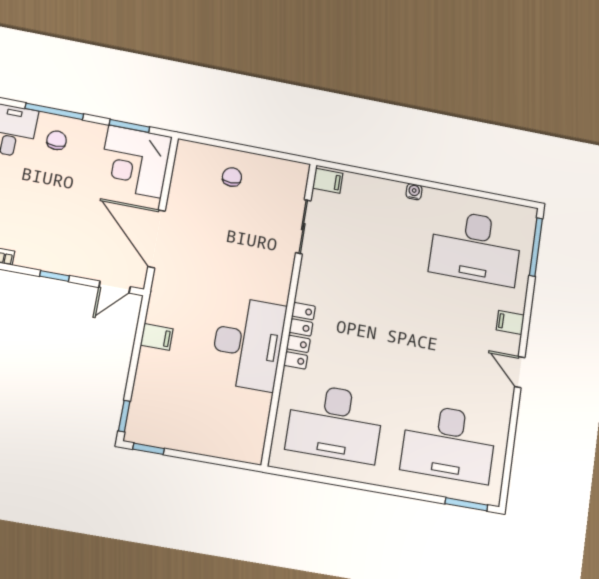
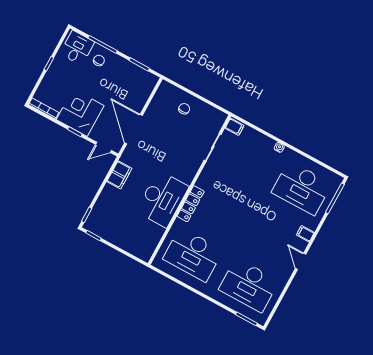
corner desk: (135, 162) -> (80, 113), moved, turned 90
filing cabinet: (157, 337) -> (119, 175), width x2.00

